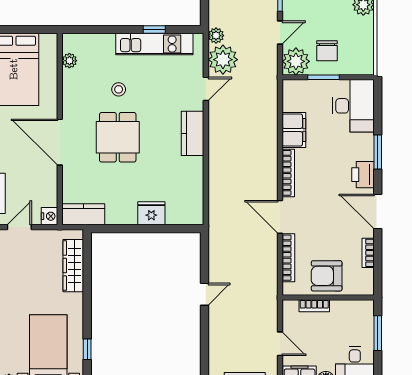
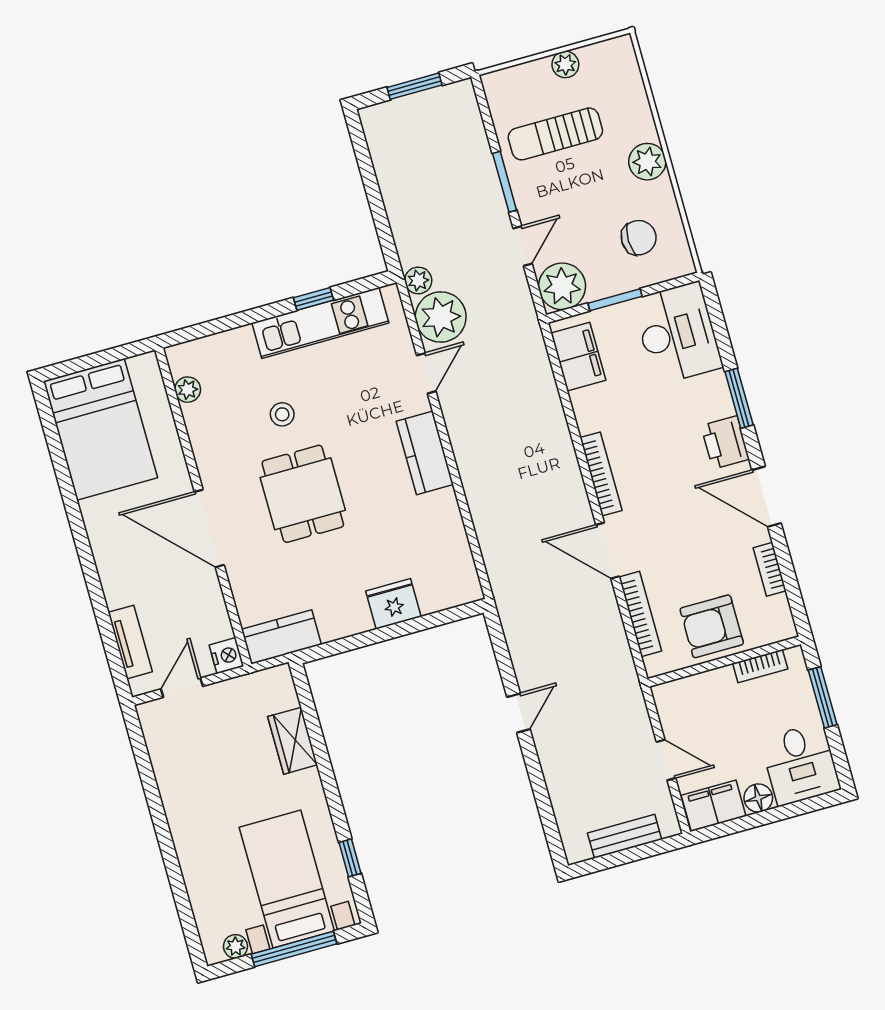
chair: (327, 51) -> (639, 238), moved, turned -91
filing cabinet: (294, 130) -> (578, 357), moved
wardrobe: (73, 266) -> (293, 741), width x0.67
bookcase: (314, 306) -> (760, 666), moved

